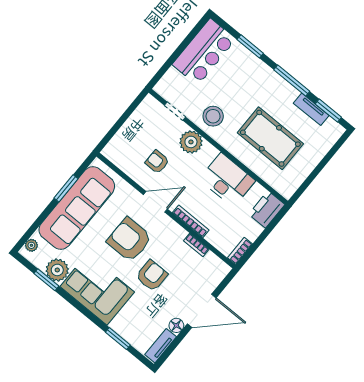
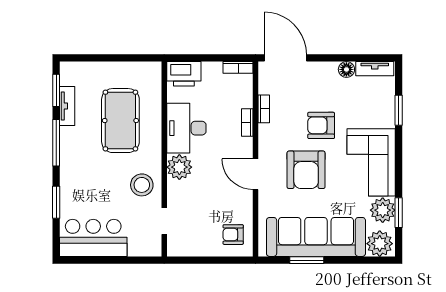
plant: (191, 142) -> (179, 167), moved
armchair: (157, 162) -> (233, 235), moved, turned 90
bookcase: (191, 221) -> (247, 122), width x0.64
plant: (31, 245) -> (380, 244), width x1.87, depth x1.87
door: (202, 311) -> (285, 58), moved

